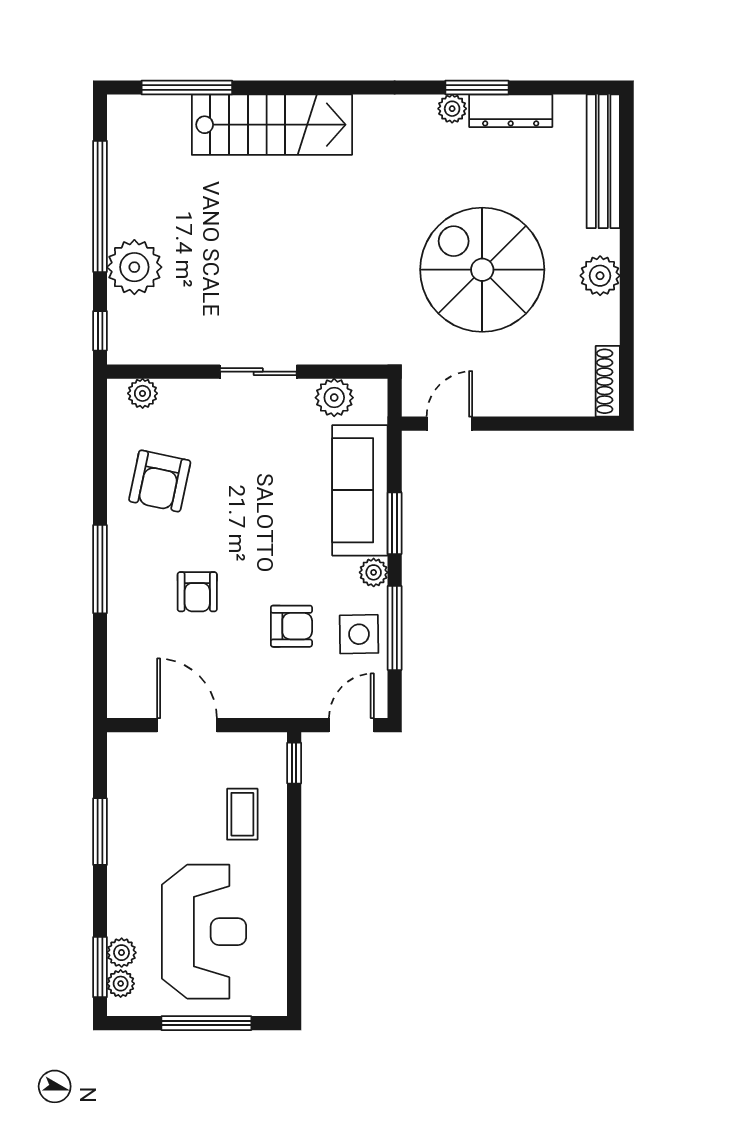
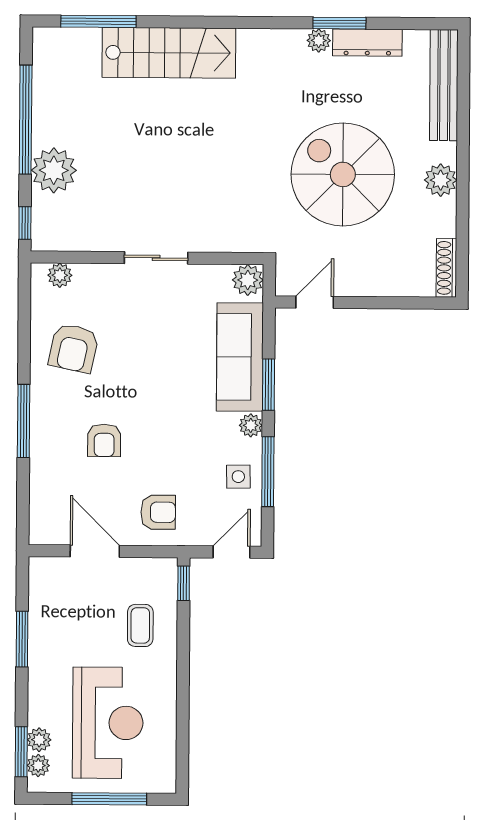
plant: (334, 398) -> (248, 280), moved
armchair: (291, 626) -> (158, 512), moved
side table: (359, 634) -> (238, 477), width x0.73, depth x0.73

